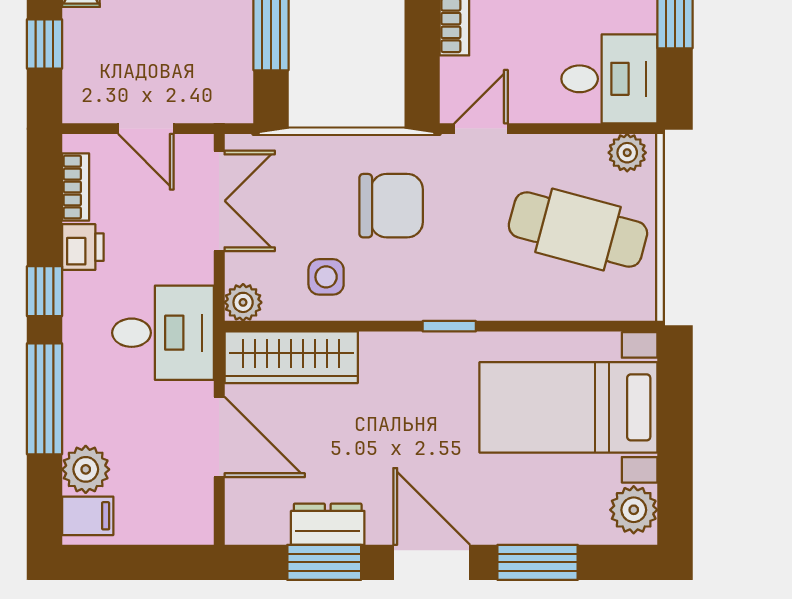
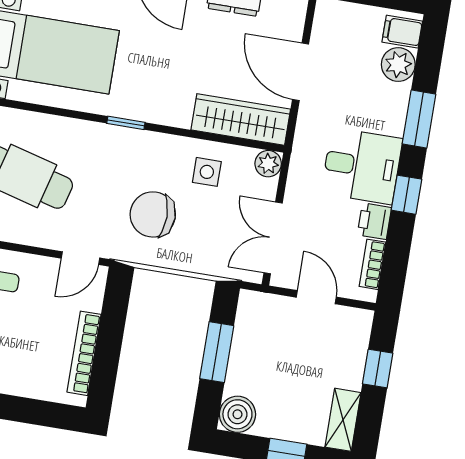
desk: (163, 333) -> (362, 166), moved, turned 180
window: (44, 399) -> (419, 119), width x0.69

